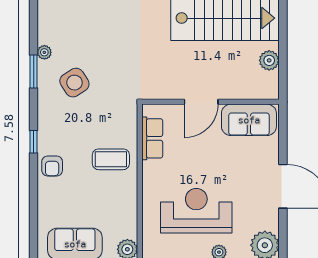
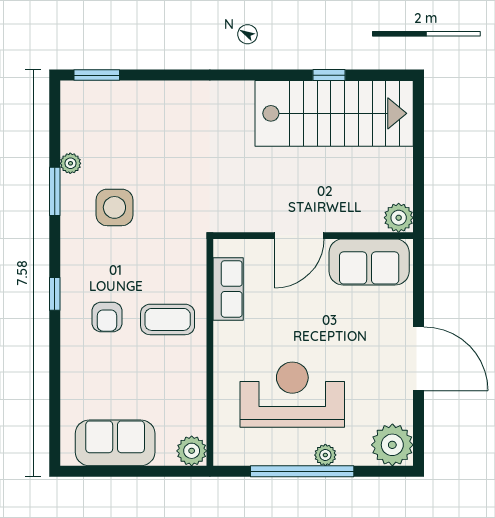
plant: (269, 60) -> (399, 218), moved
side table: (74, 83) -> (114, 207), turned 33
armchair: (52, 166) -> (107, 317), moved

